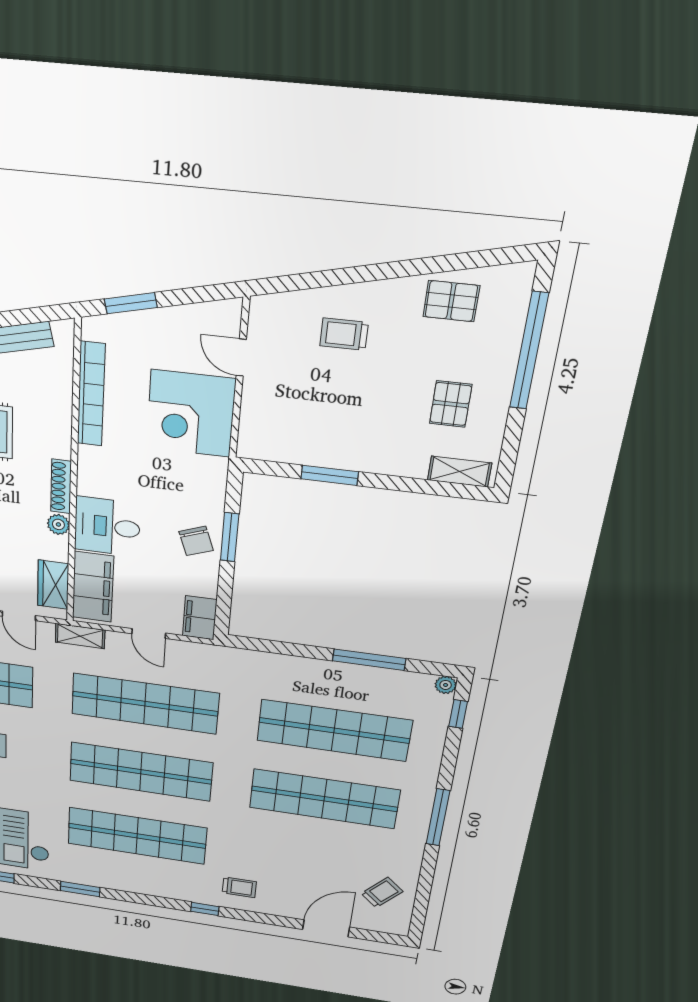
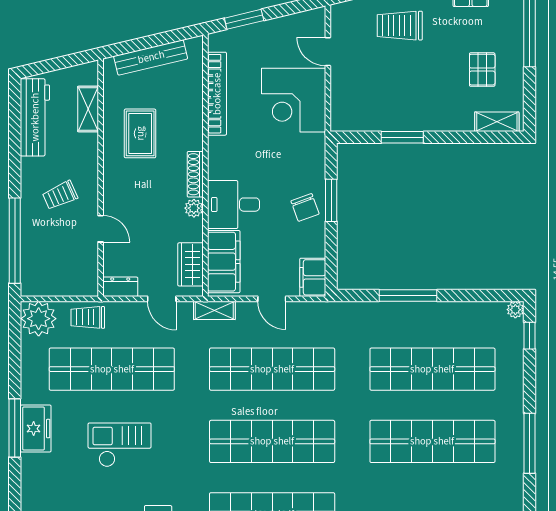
trolley: (344, 334) -> (400, 26), width x1.36, depth x1.39
window: (369, 660) -> (408, 295), moved

